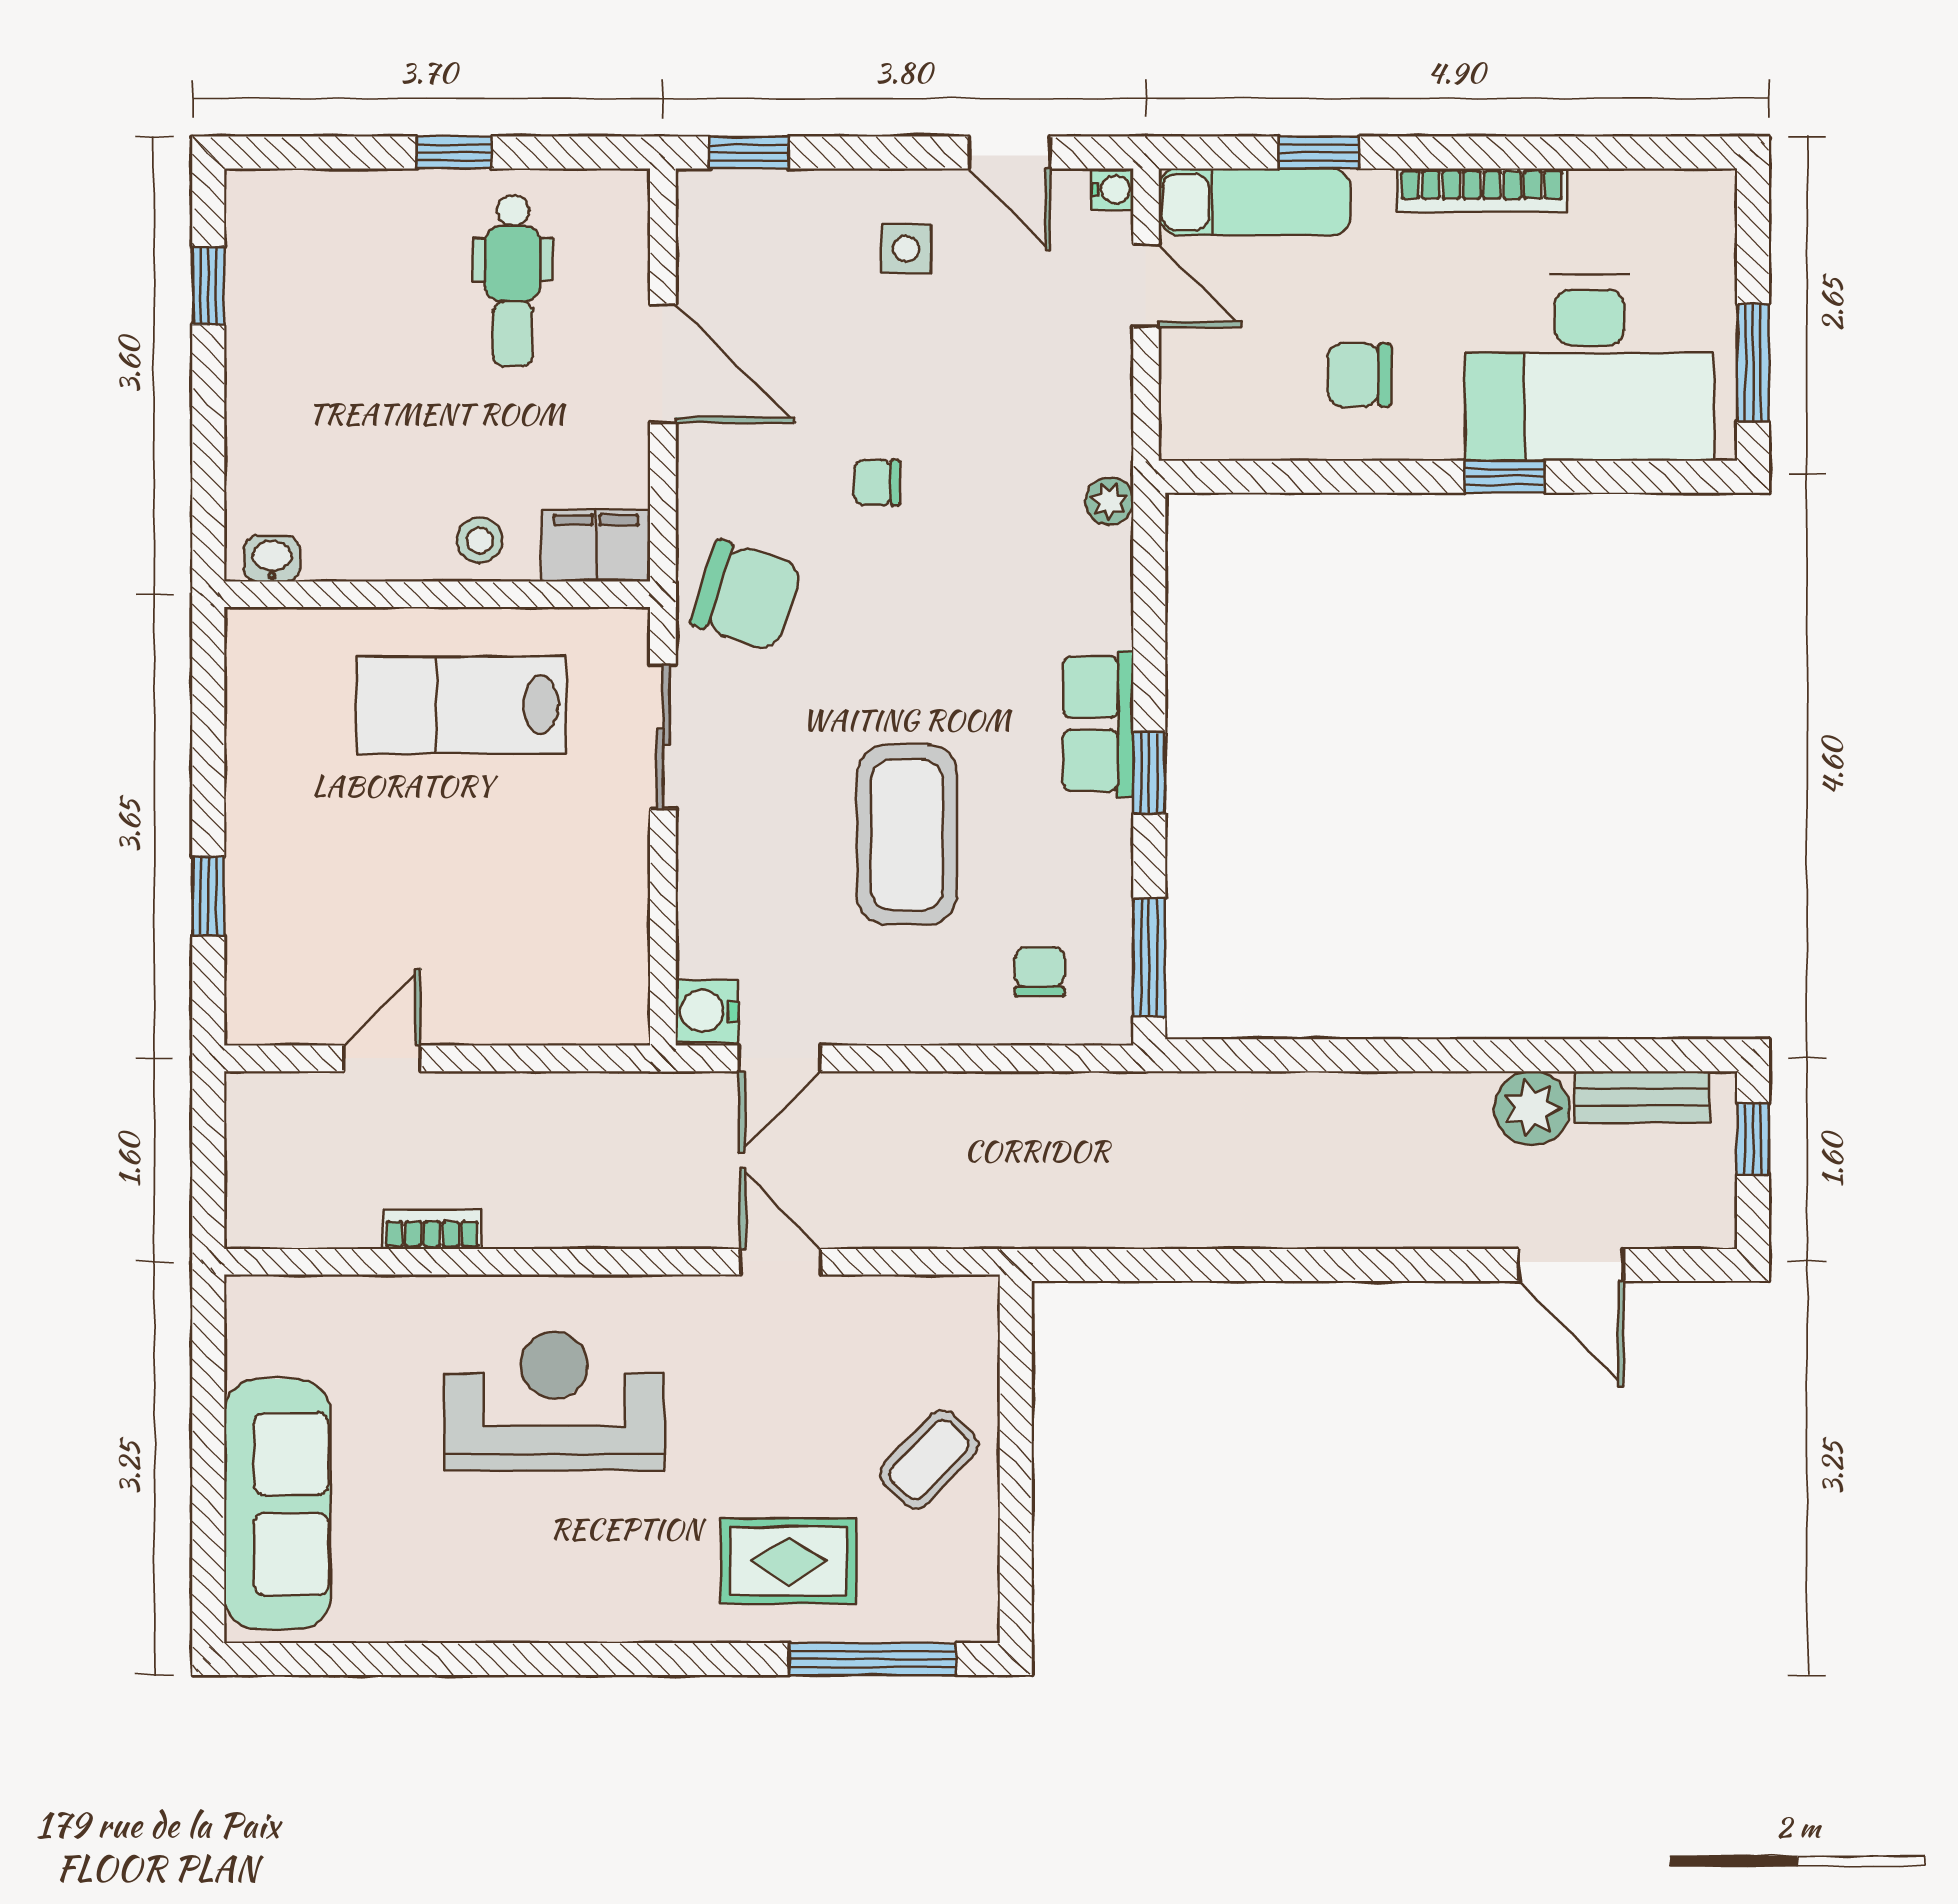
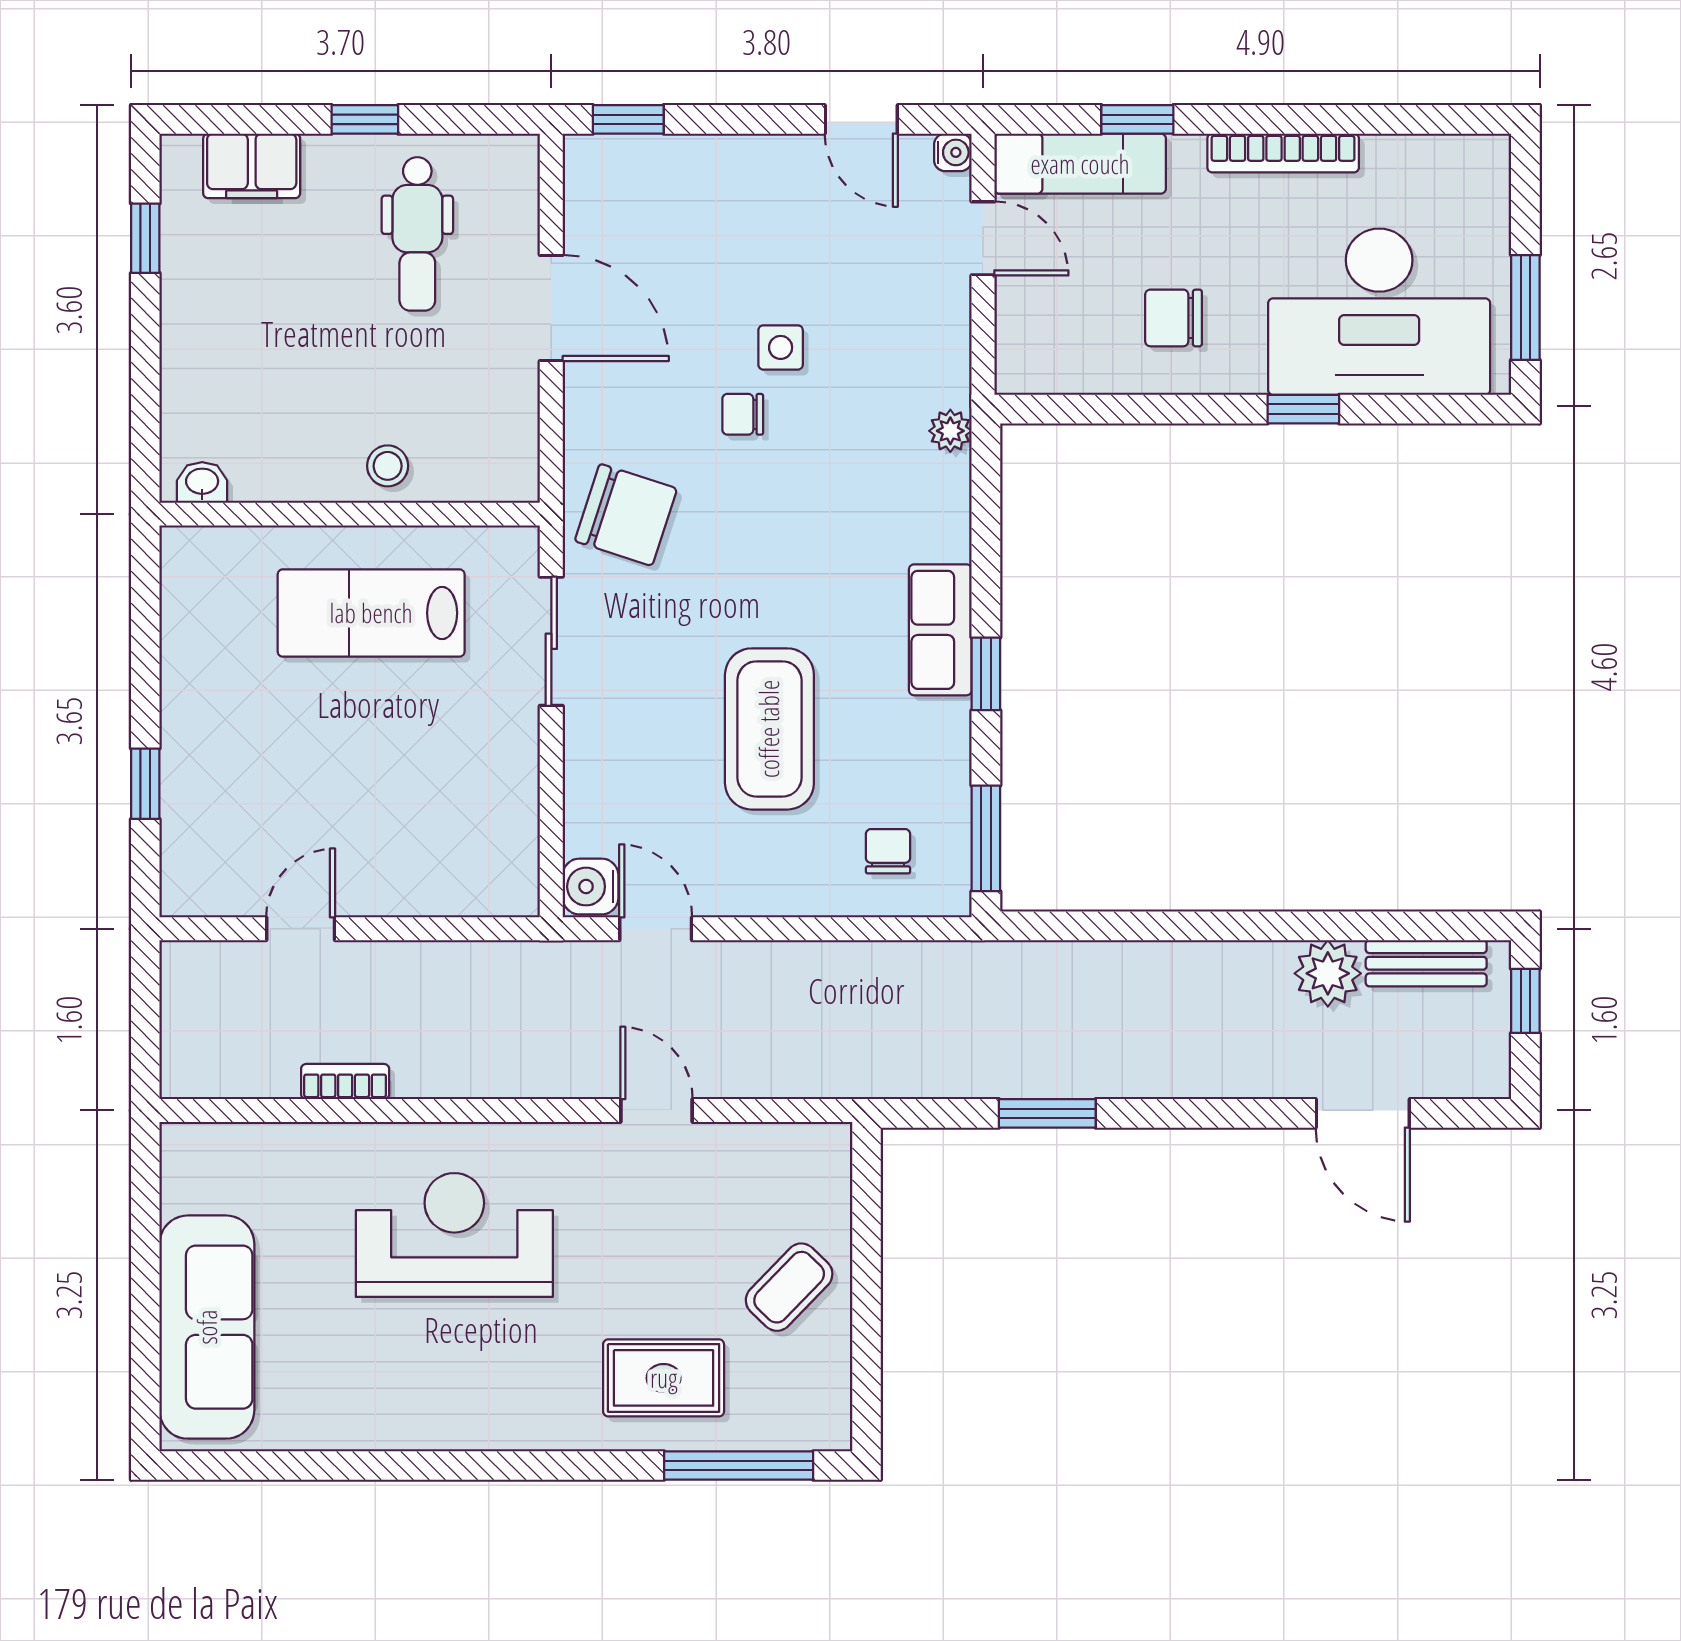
side table: (906, 249) -> (781, 347), moved
filing cabinet: (596, 545) -> (252, 166), moved, turned 180
door: (780, 1058) -> (656, 929), swing flipped
window: (1218, 1265) -> (1047, 1113), added

